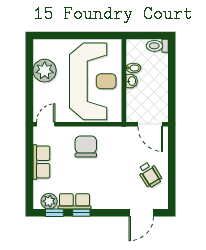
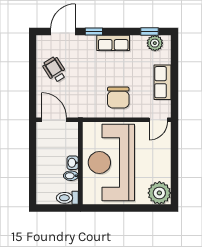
toilet: (157, 46) -> (67, 198), moved, turned 180
plant: (45, 71) -> (159, 193), moved
row of seats: (75, 201) -> (113, 43), moved
window: (81, 213) -> (94, 32), moved

